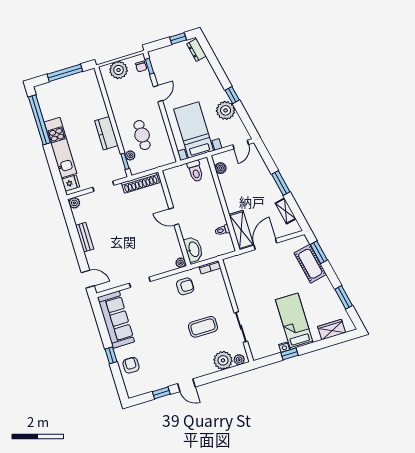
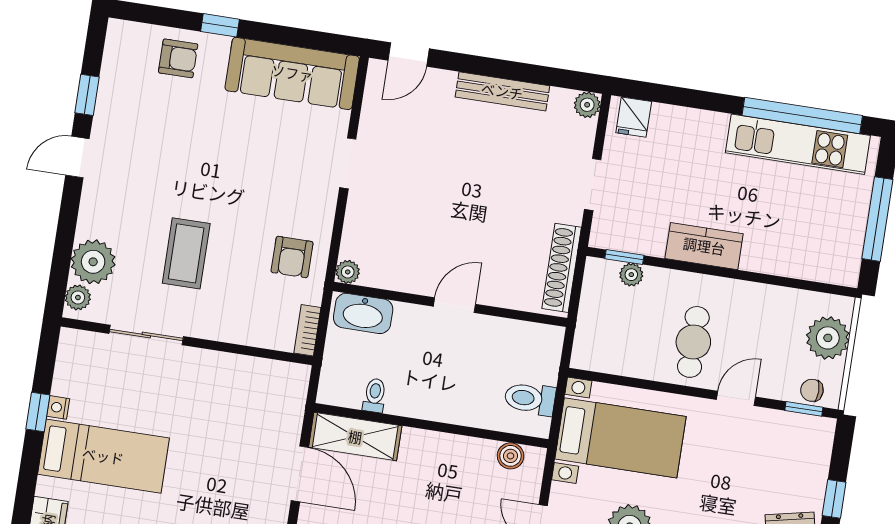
door: (158, 94) -> (736, 398), swing flipped
cafe table: (142, 135) -> (693, 342), moved, turned 90
kitchen unit: (61, 148) -> (798, 144), moved
bench: (85, 237) -> (502, 91), width x1.36

